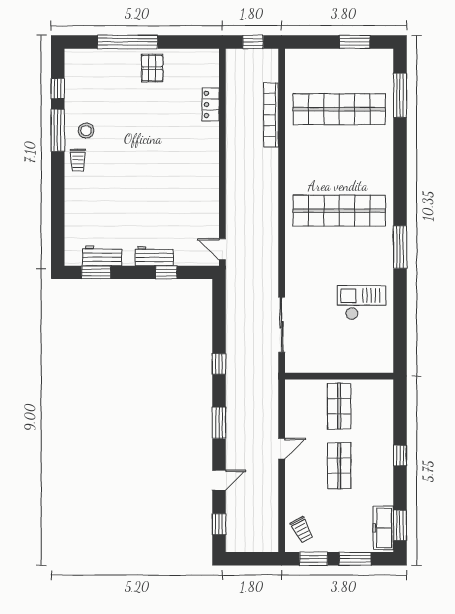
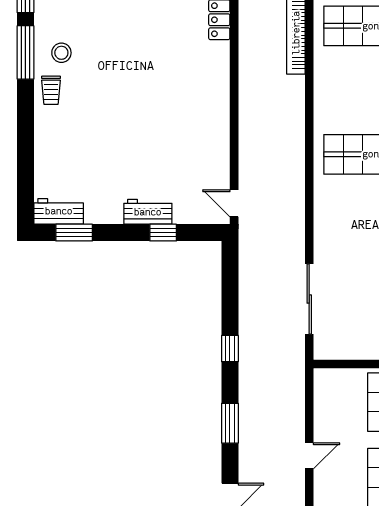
workbench: (102, 256) -> (59, 211), moved

